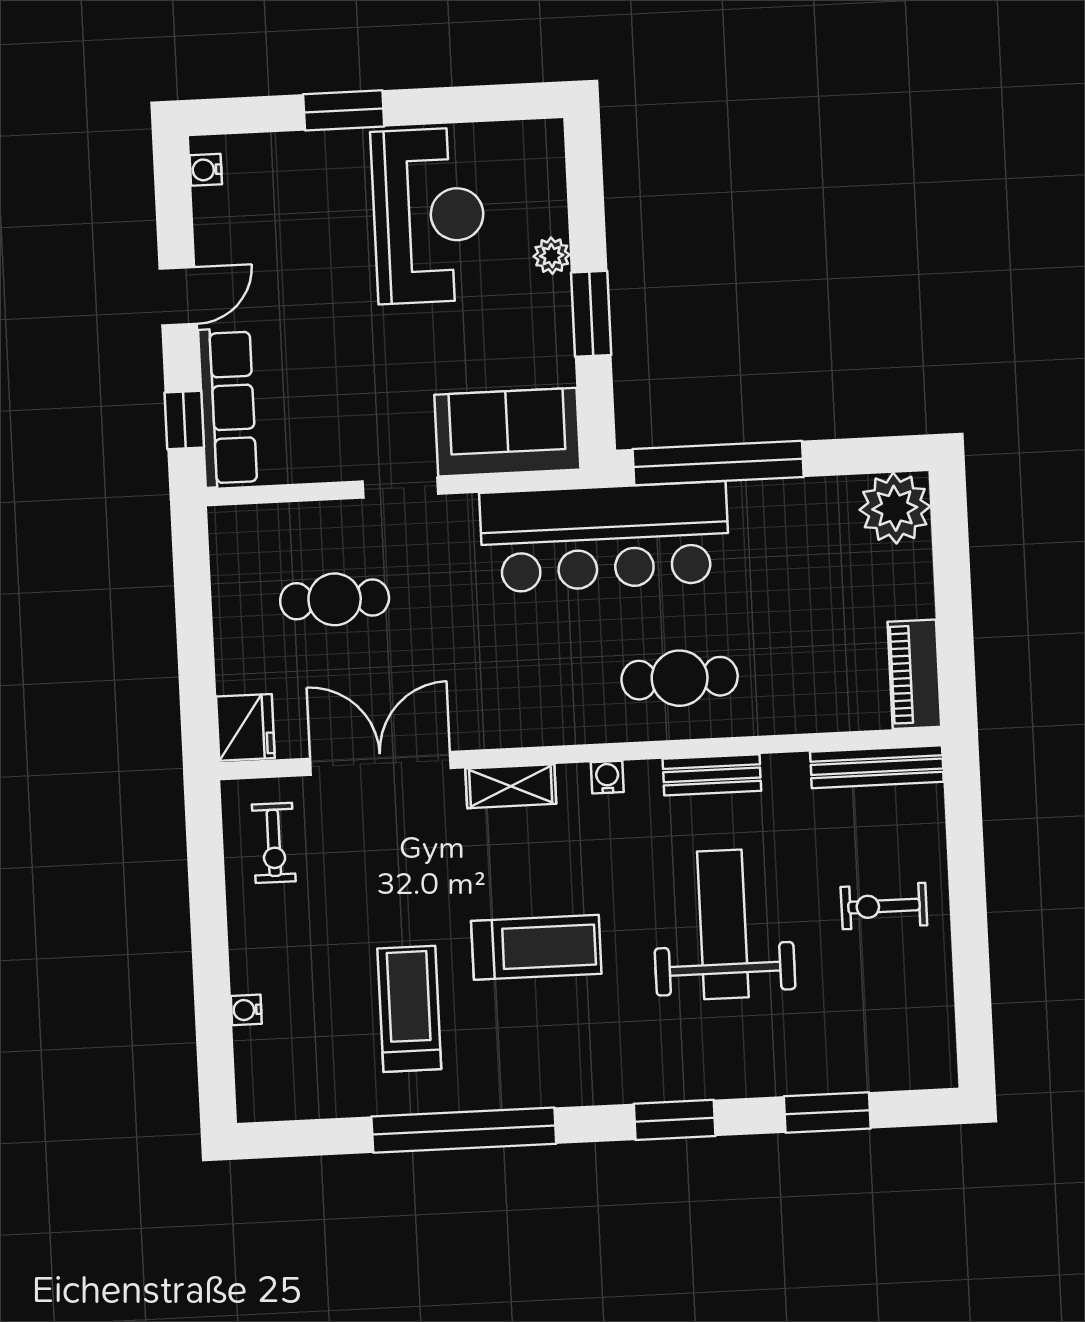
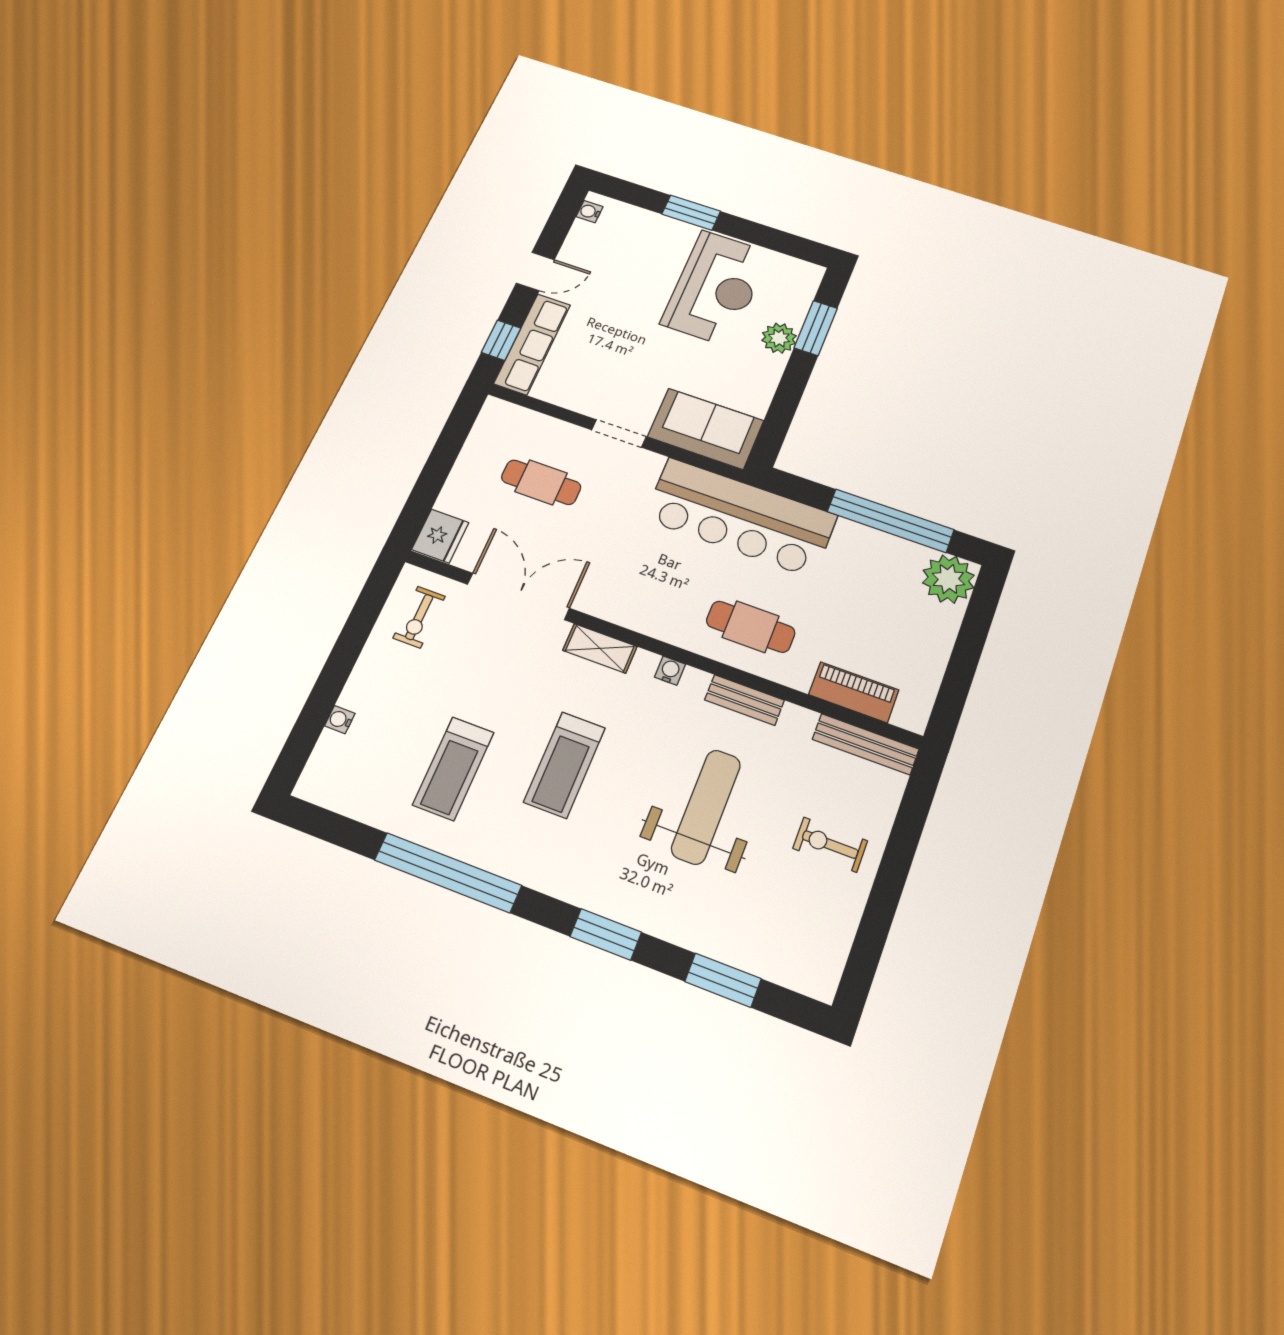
plant: (552, 256) -> (779, 338), width x1.38, depth x1.38
window: (591, 314) -> (816, 328), moved
window: (718, 463) -> (891, 521), moved
piano: (914, 674) -> (854, 692), moved, turned 90
treadmill: (536, 947) -> (565, 765), turned 90
treadmill: (409, 1009) -> (453, 769), turned 180

